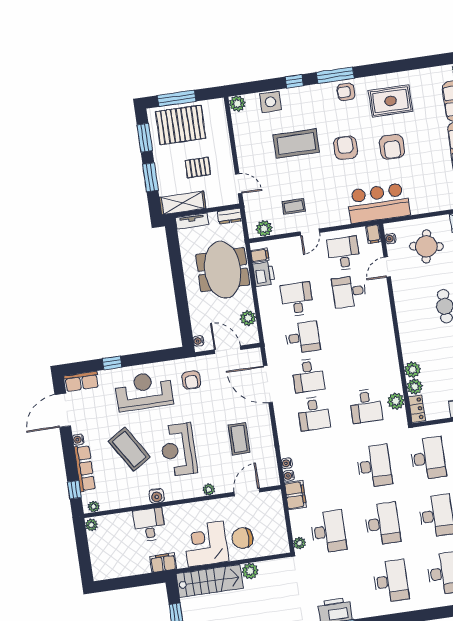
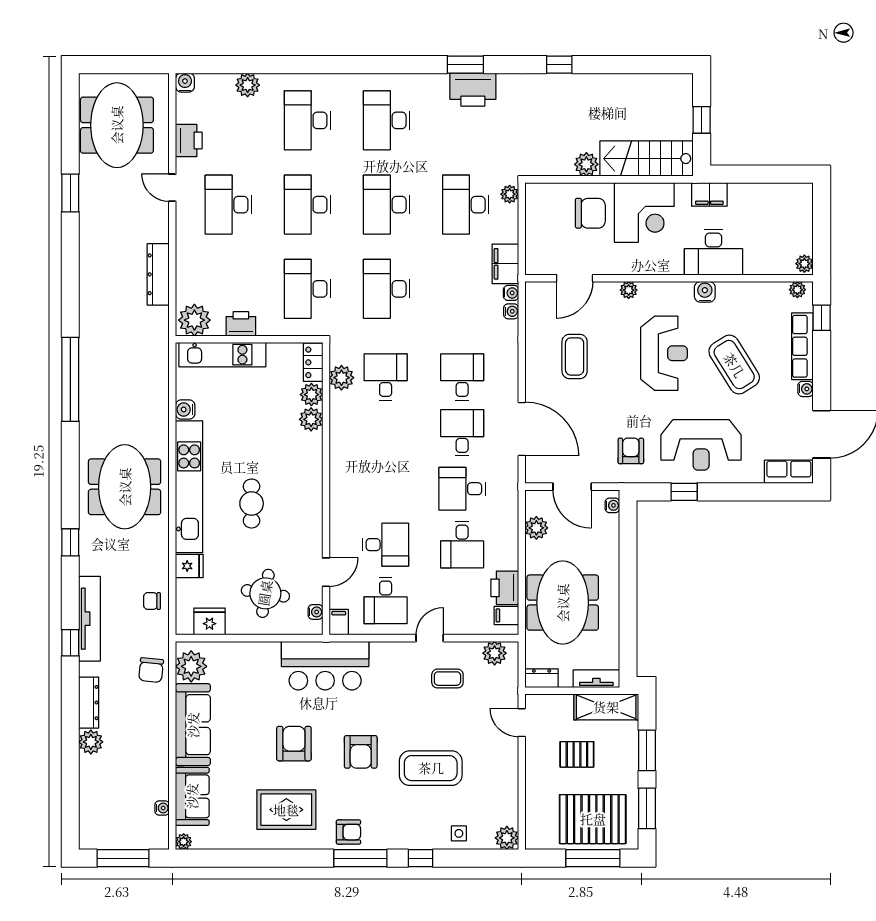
side table: (270, 102) -> (459, 833), width x0.54, depth x0.54
window: (112, 363) -> (684, 492), moved
desk: (149, 524) -> (714, 252), width x1.37

